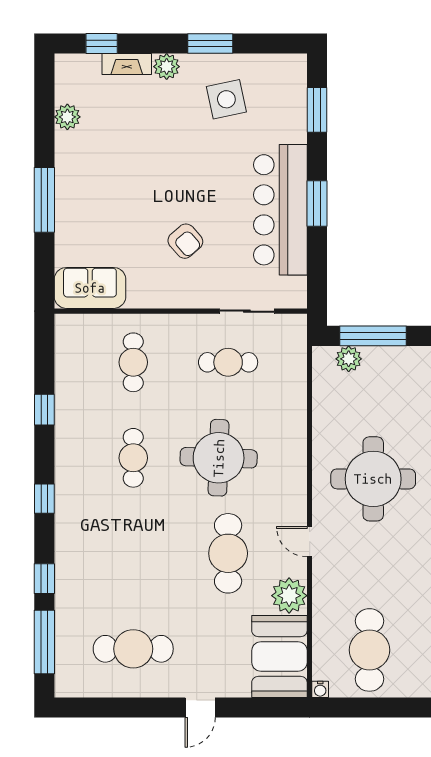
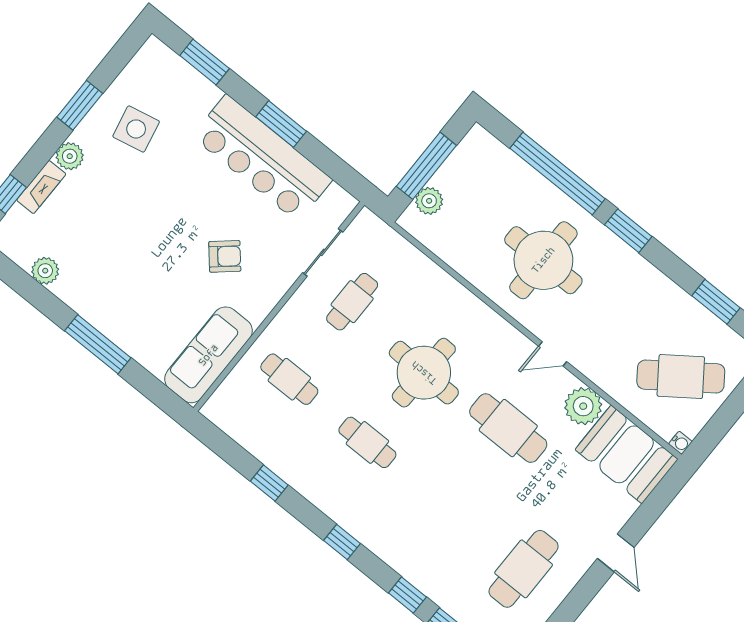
sofa: (90, 288) -> (208, 355), width x1.36
cafe table: (369, 650) -> (681, 376), turned -36

